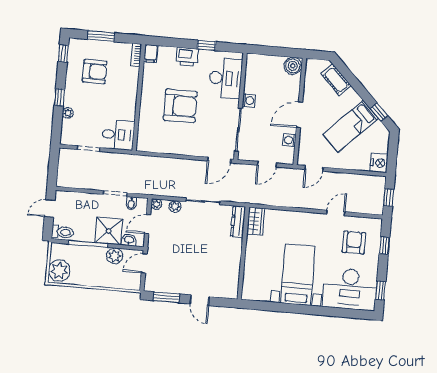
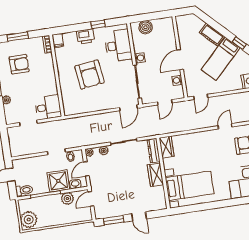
boiler: (293, 66) -> (146, 27), moved
cot: (336, 80) -> (212, 35), moved
armchair: (180, 106) -> (89, 74), turned 83
wardrobe: (233, 253) -> (155, 175), added
bed with nightstands: (298, 275) -> (190, 186), moved, turned 90

